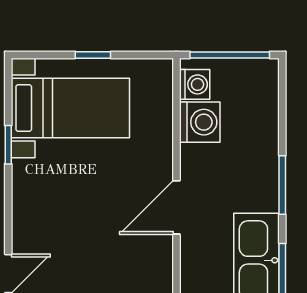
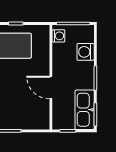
washing machine: (200, 122) -> (86, 52), moved, turned 180
door: (176, 207) -> (51, 88), hinge flipped

